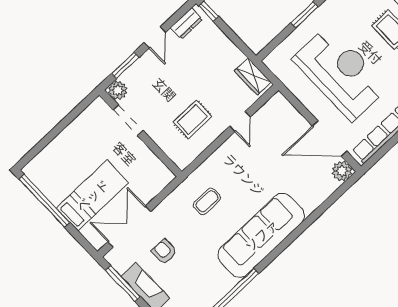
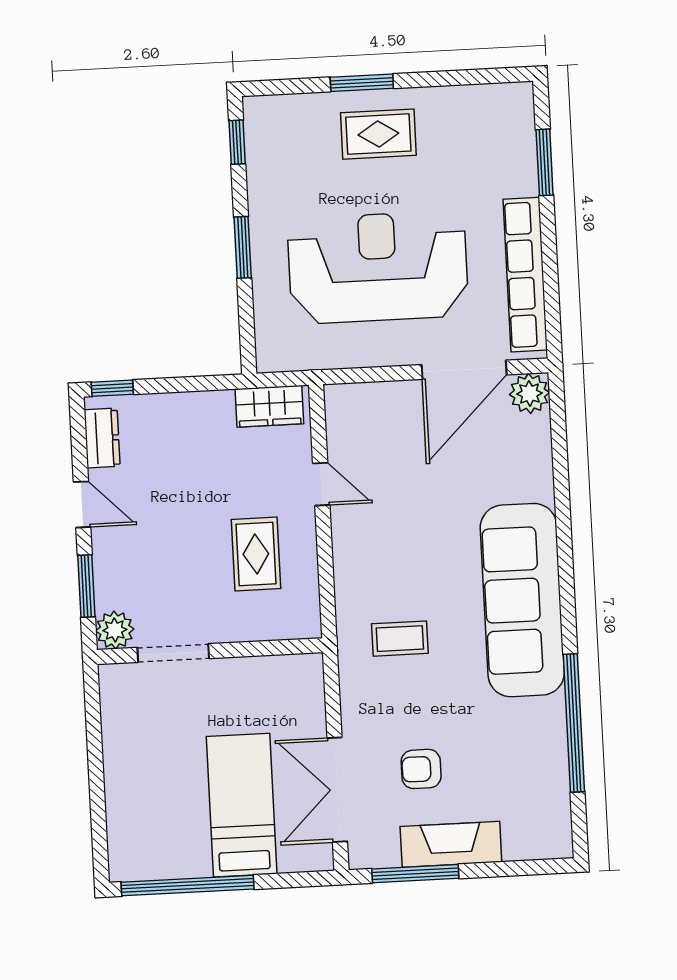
coffee table: (207, 201) -> (400, 639), turned 90

